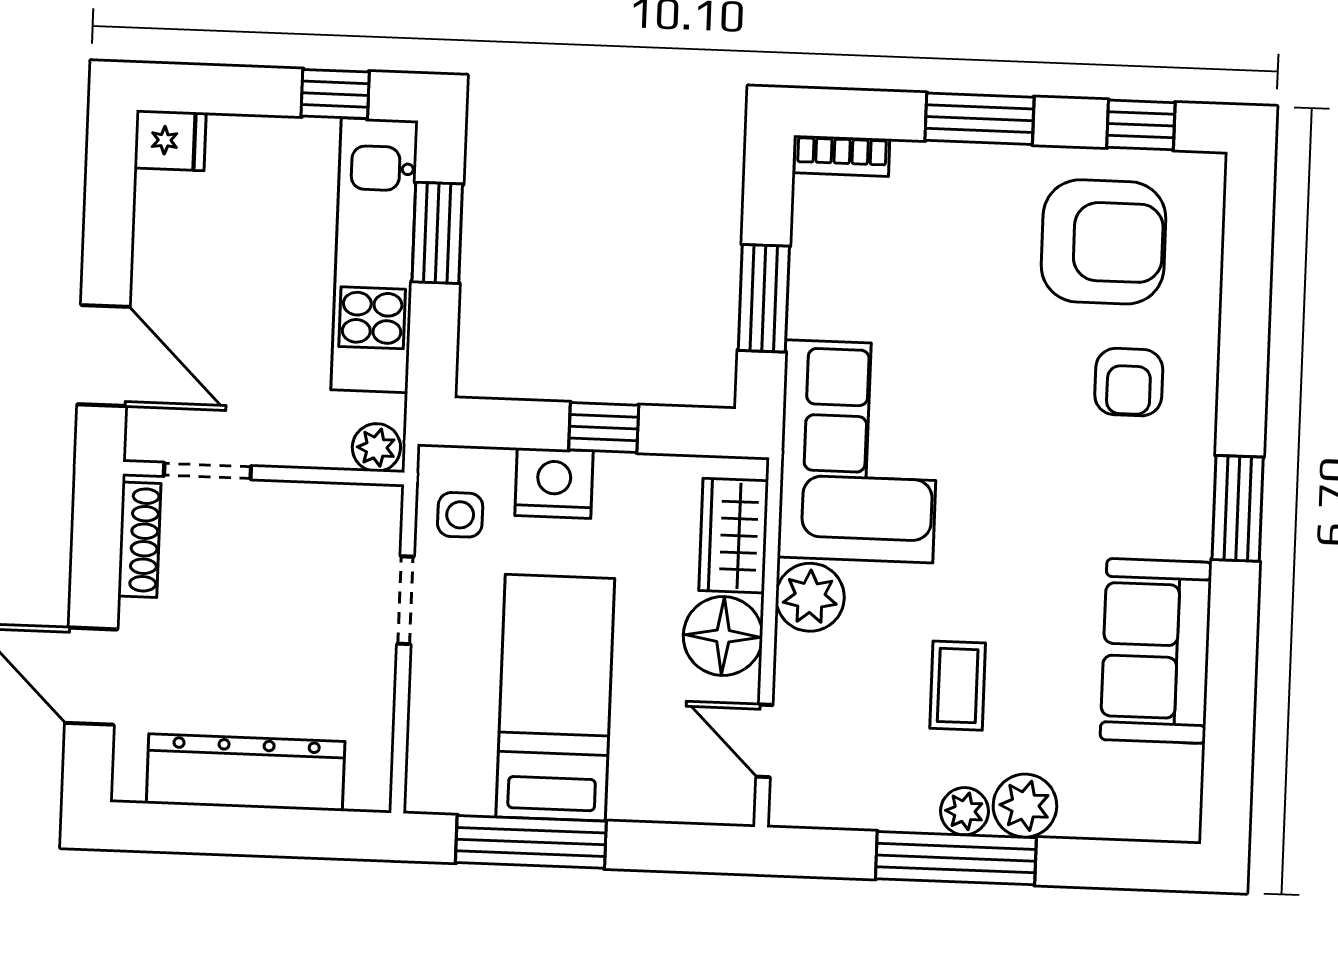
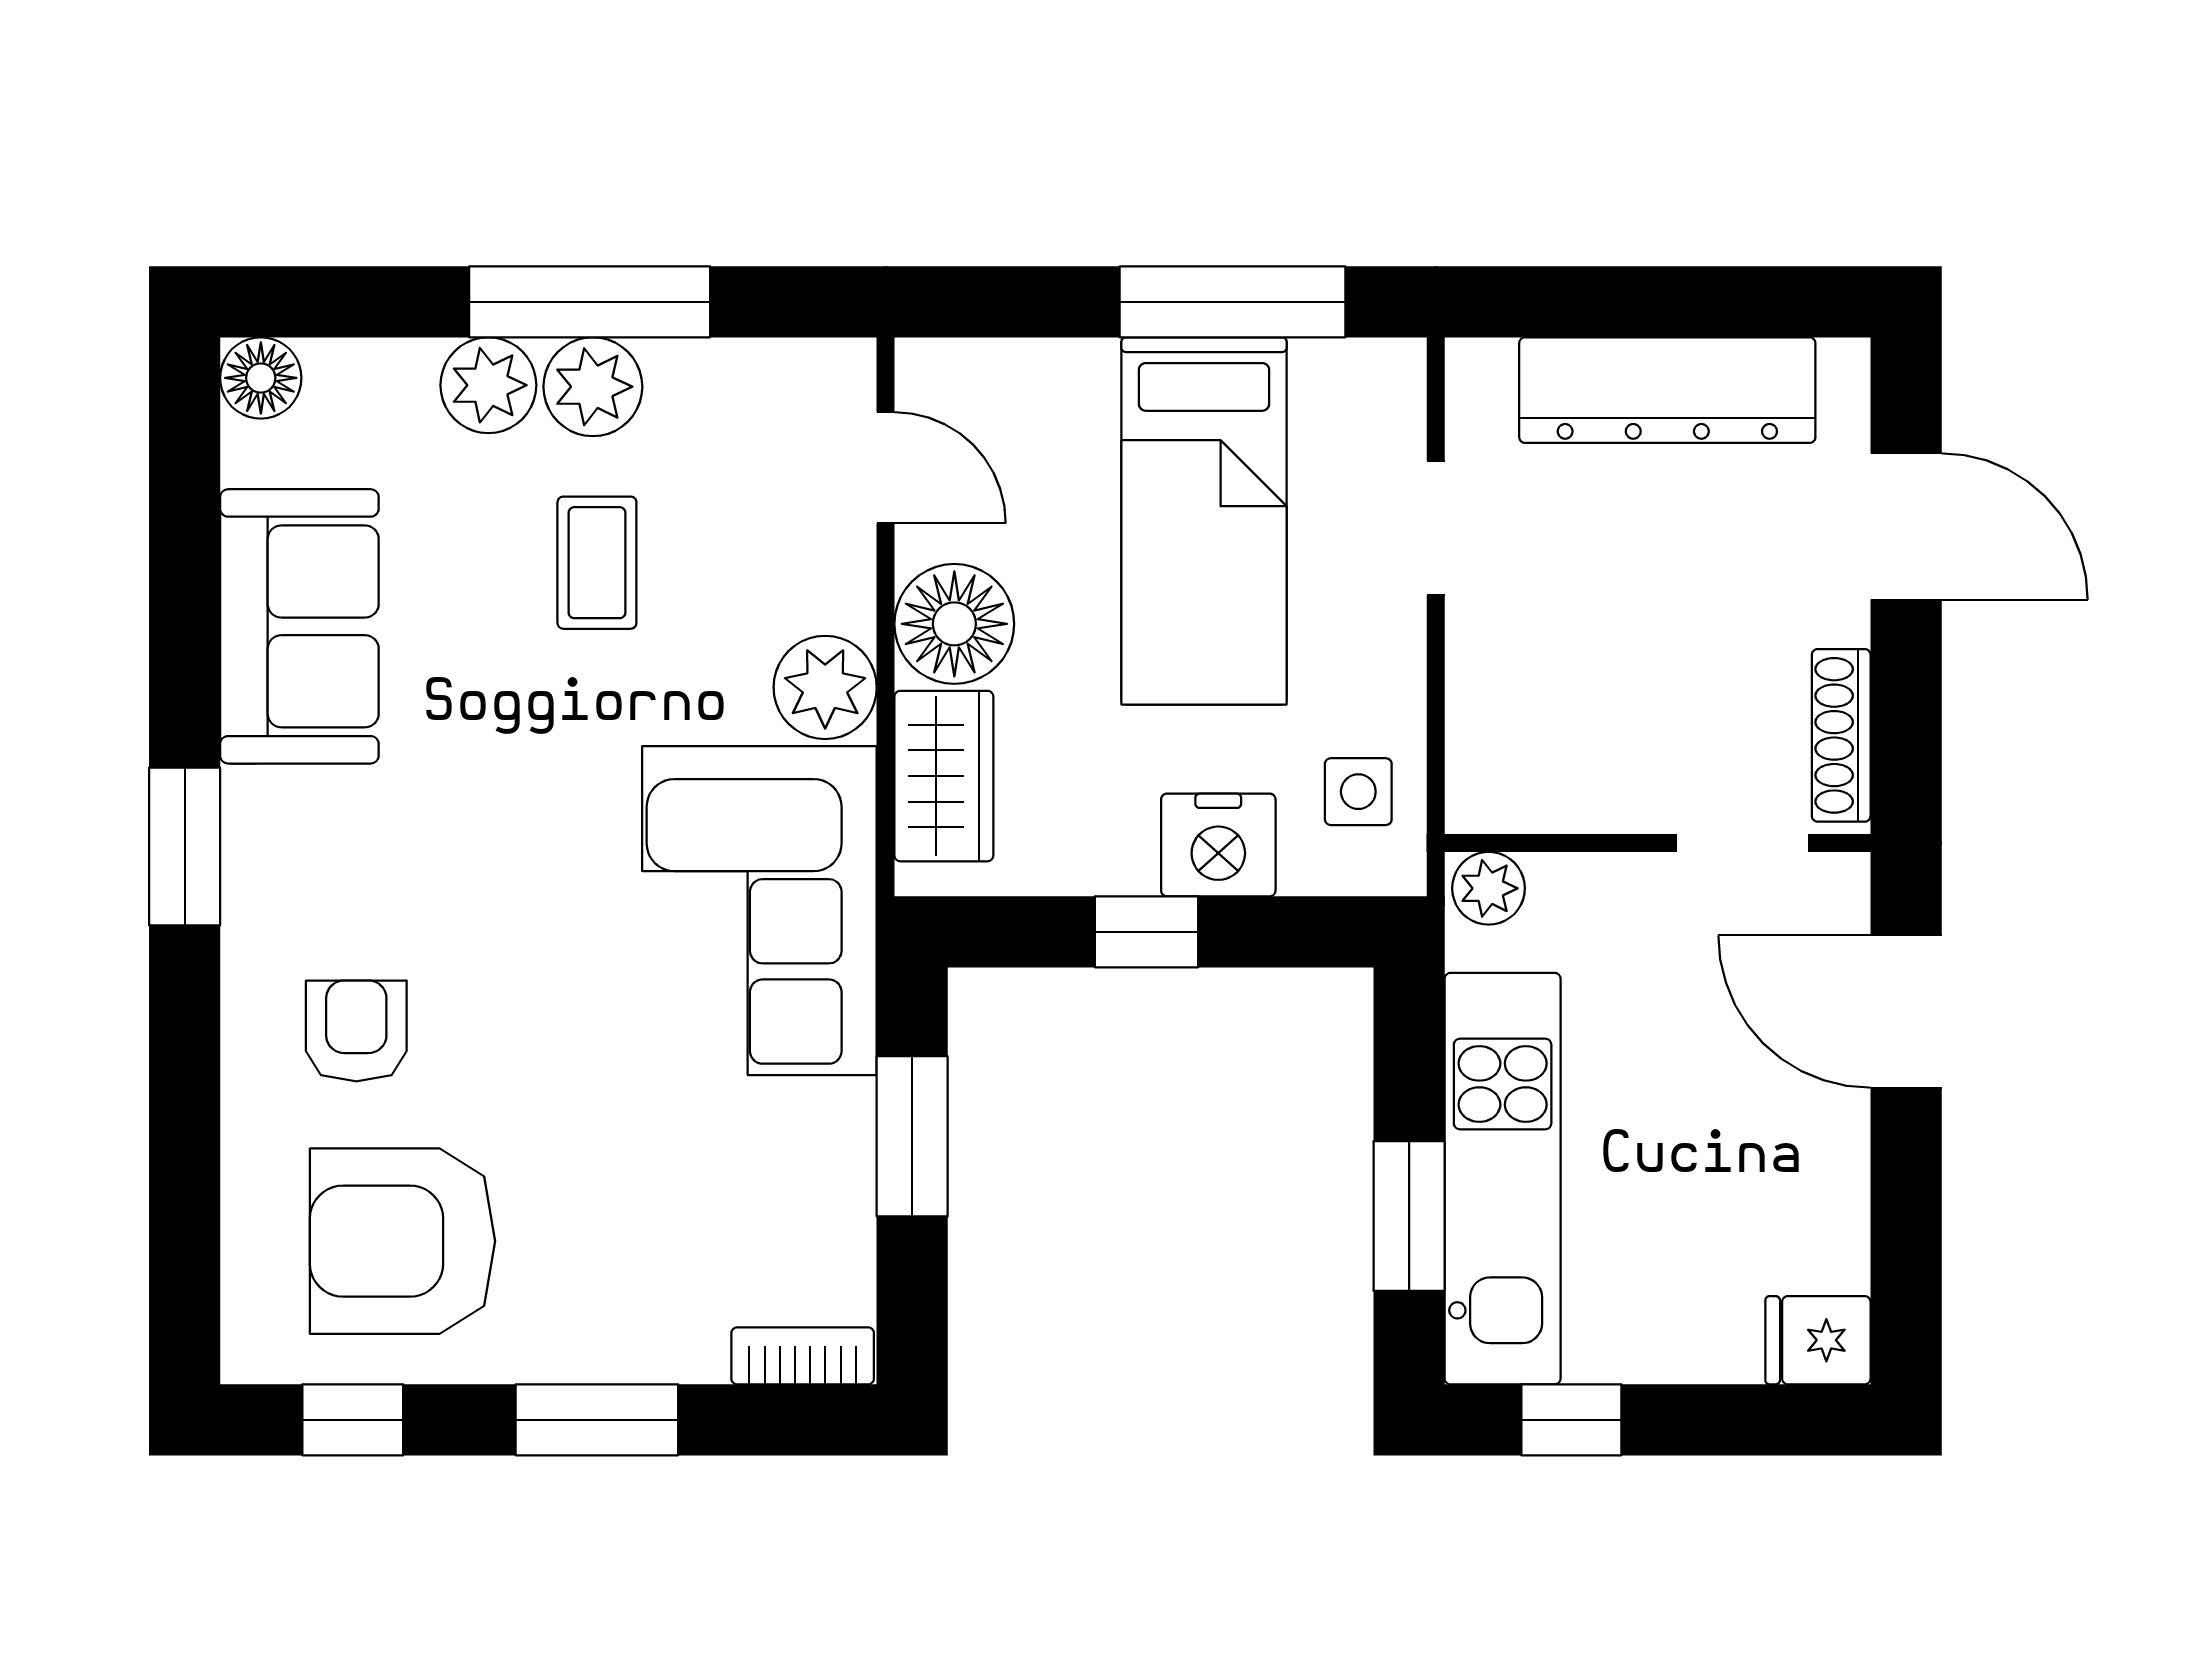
doorway: (406, 600) -> (1436, 528), moved
plant: (965, 811) -> (593, 387), width x1.38, depth x1.38
floor lamp: (1175, 816) -> (261, 378), added

